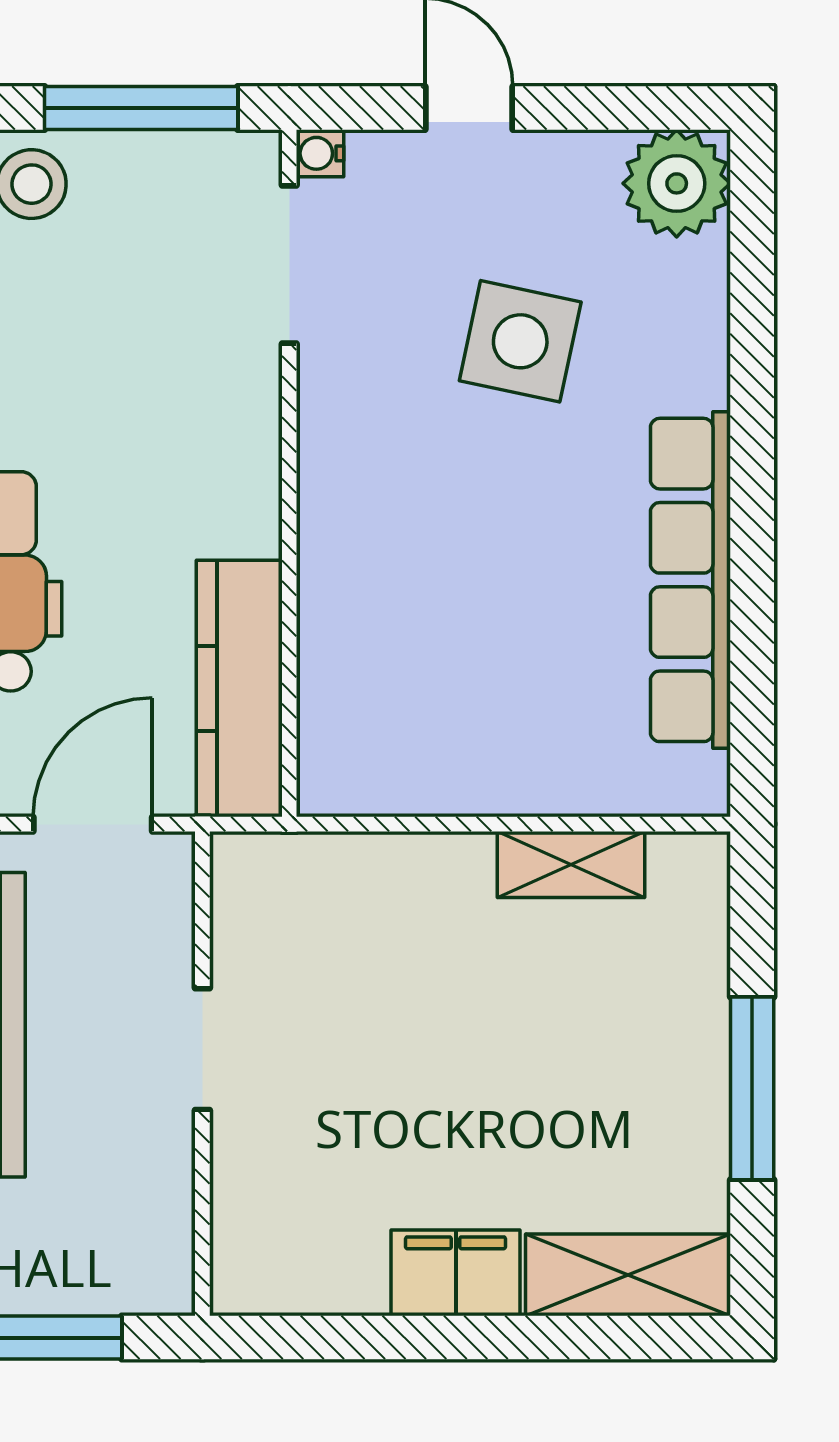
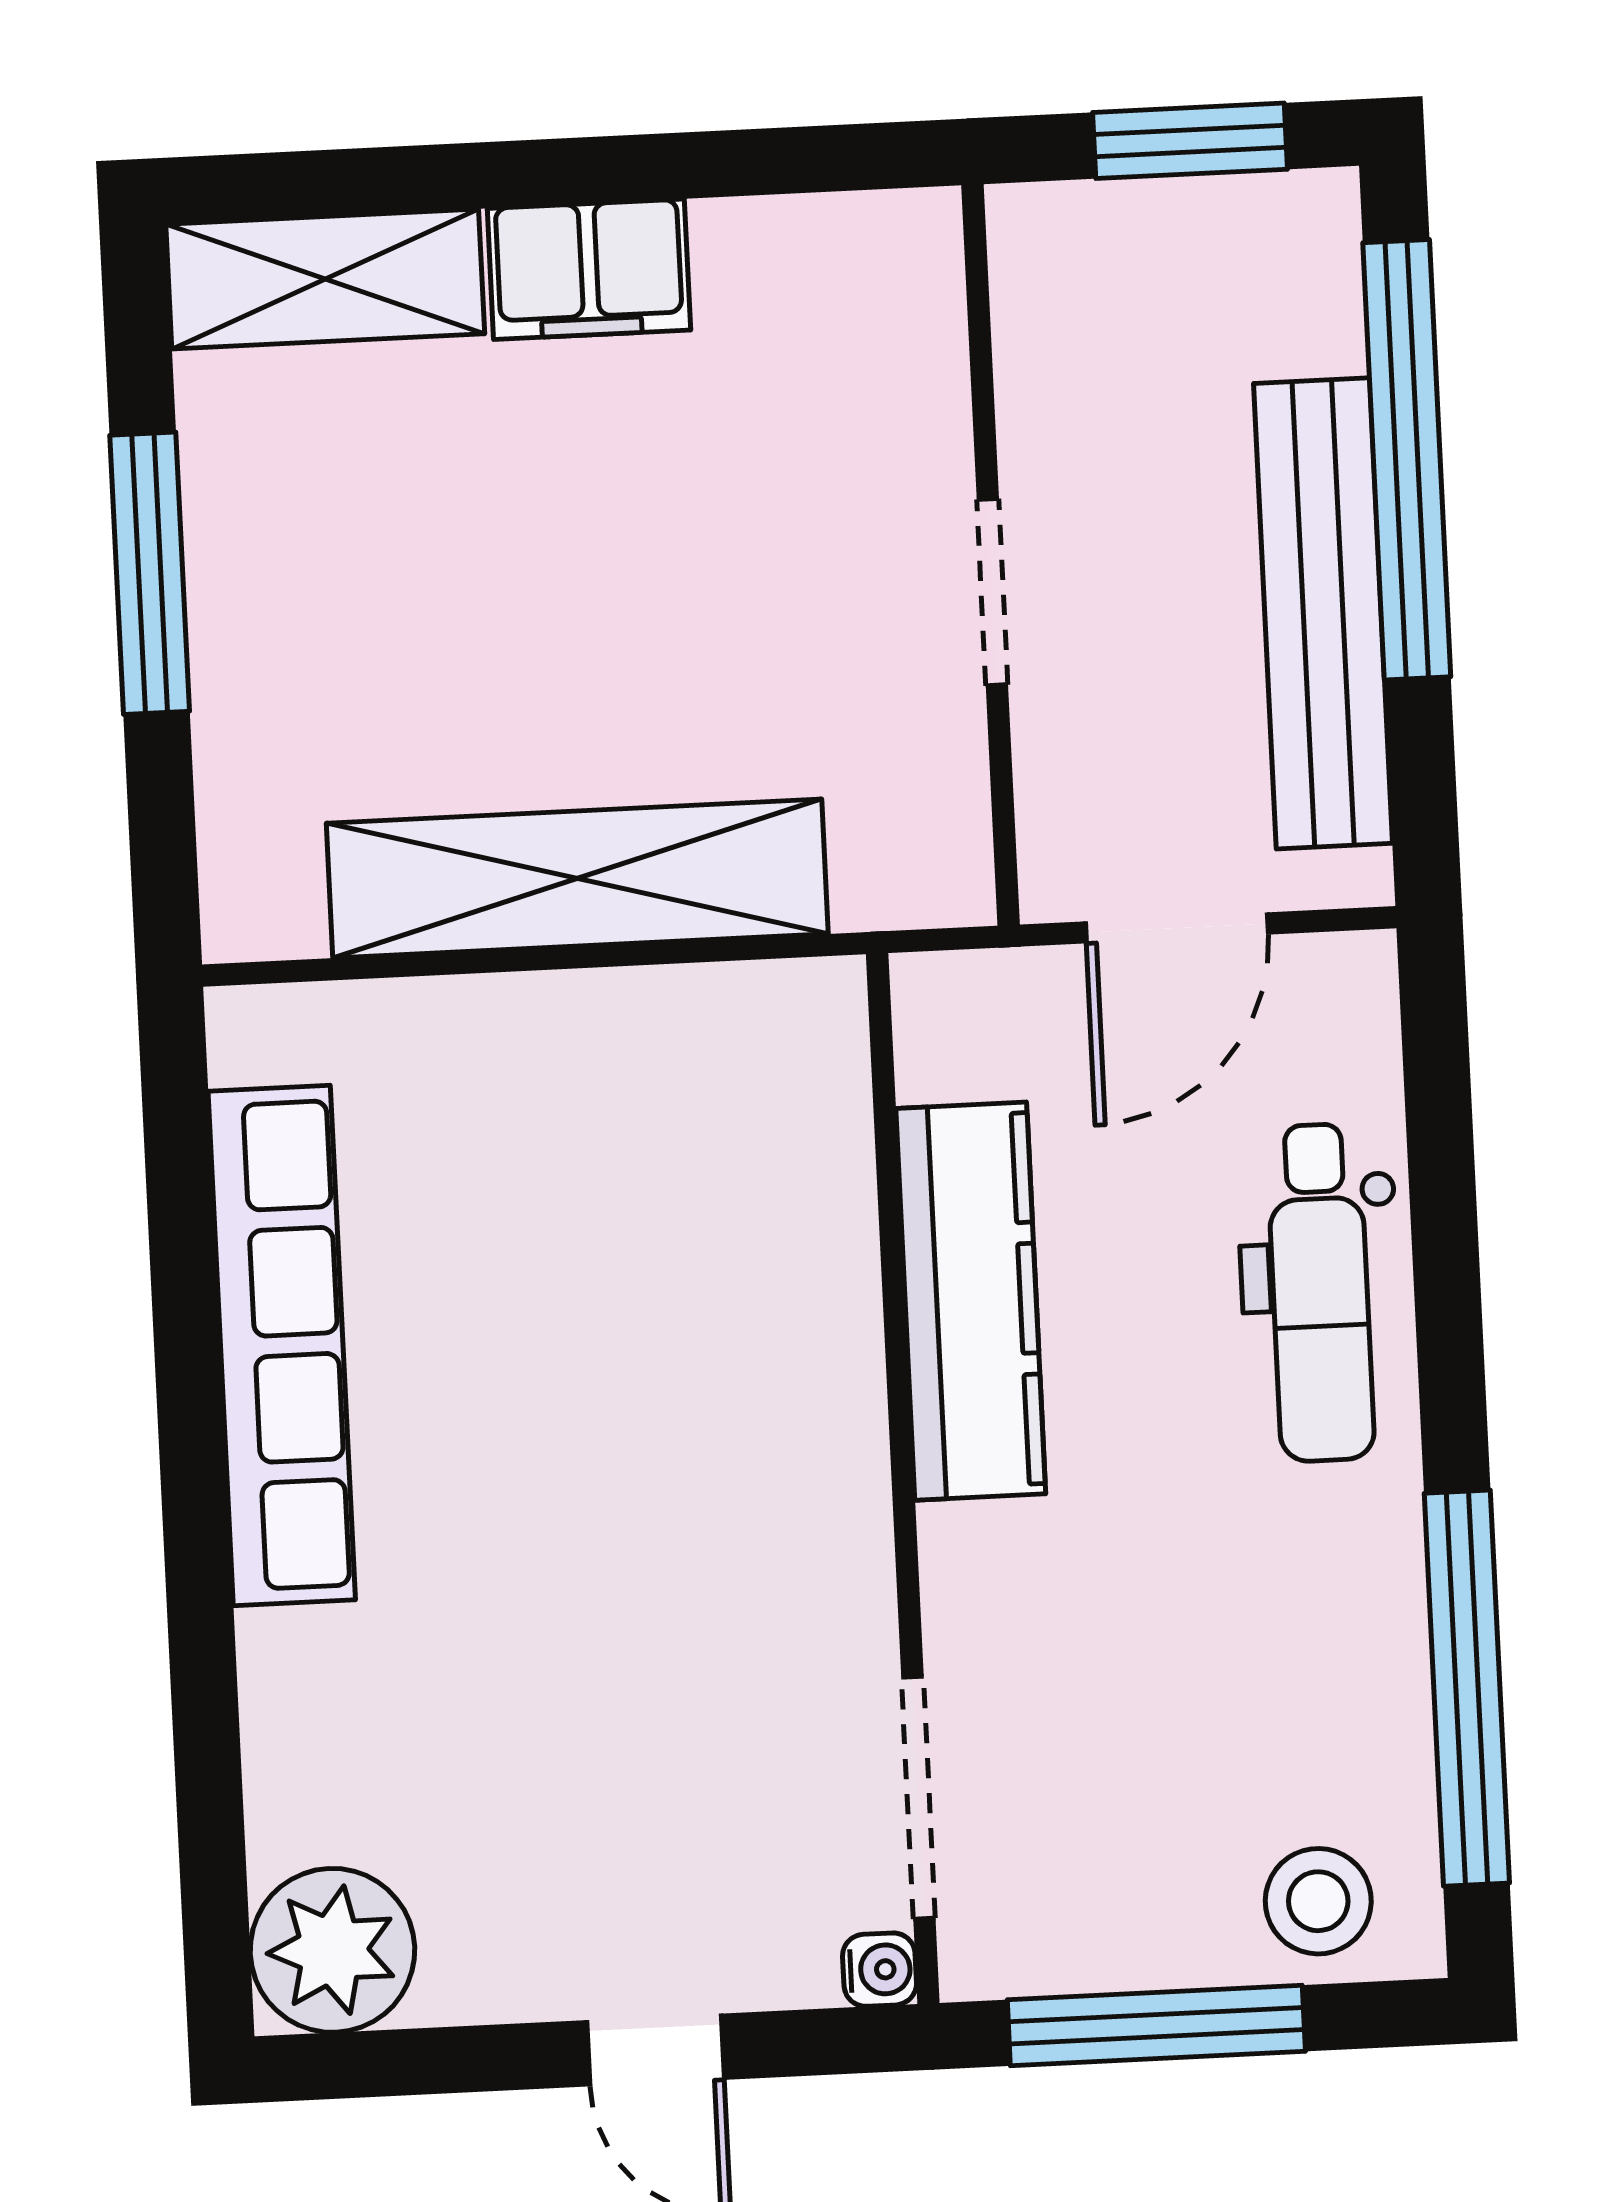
side table: (520, 341) -> (560, 1697), removed
kitchen counter: (239, 689) -> (971, 1301), moved
shelving: (571, 864) -> (577, 878), width x2.20, depth x1.33

